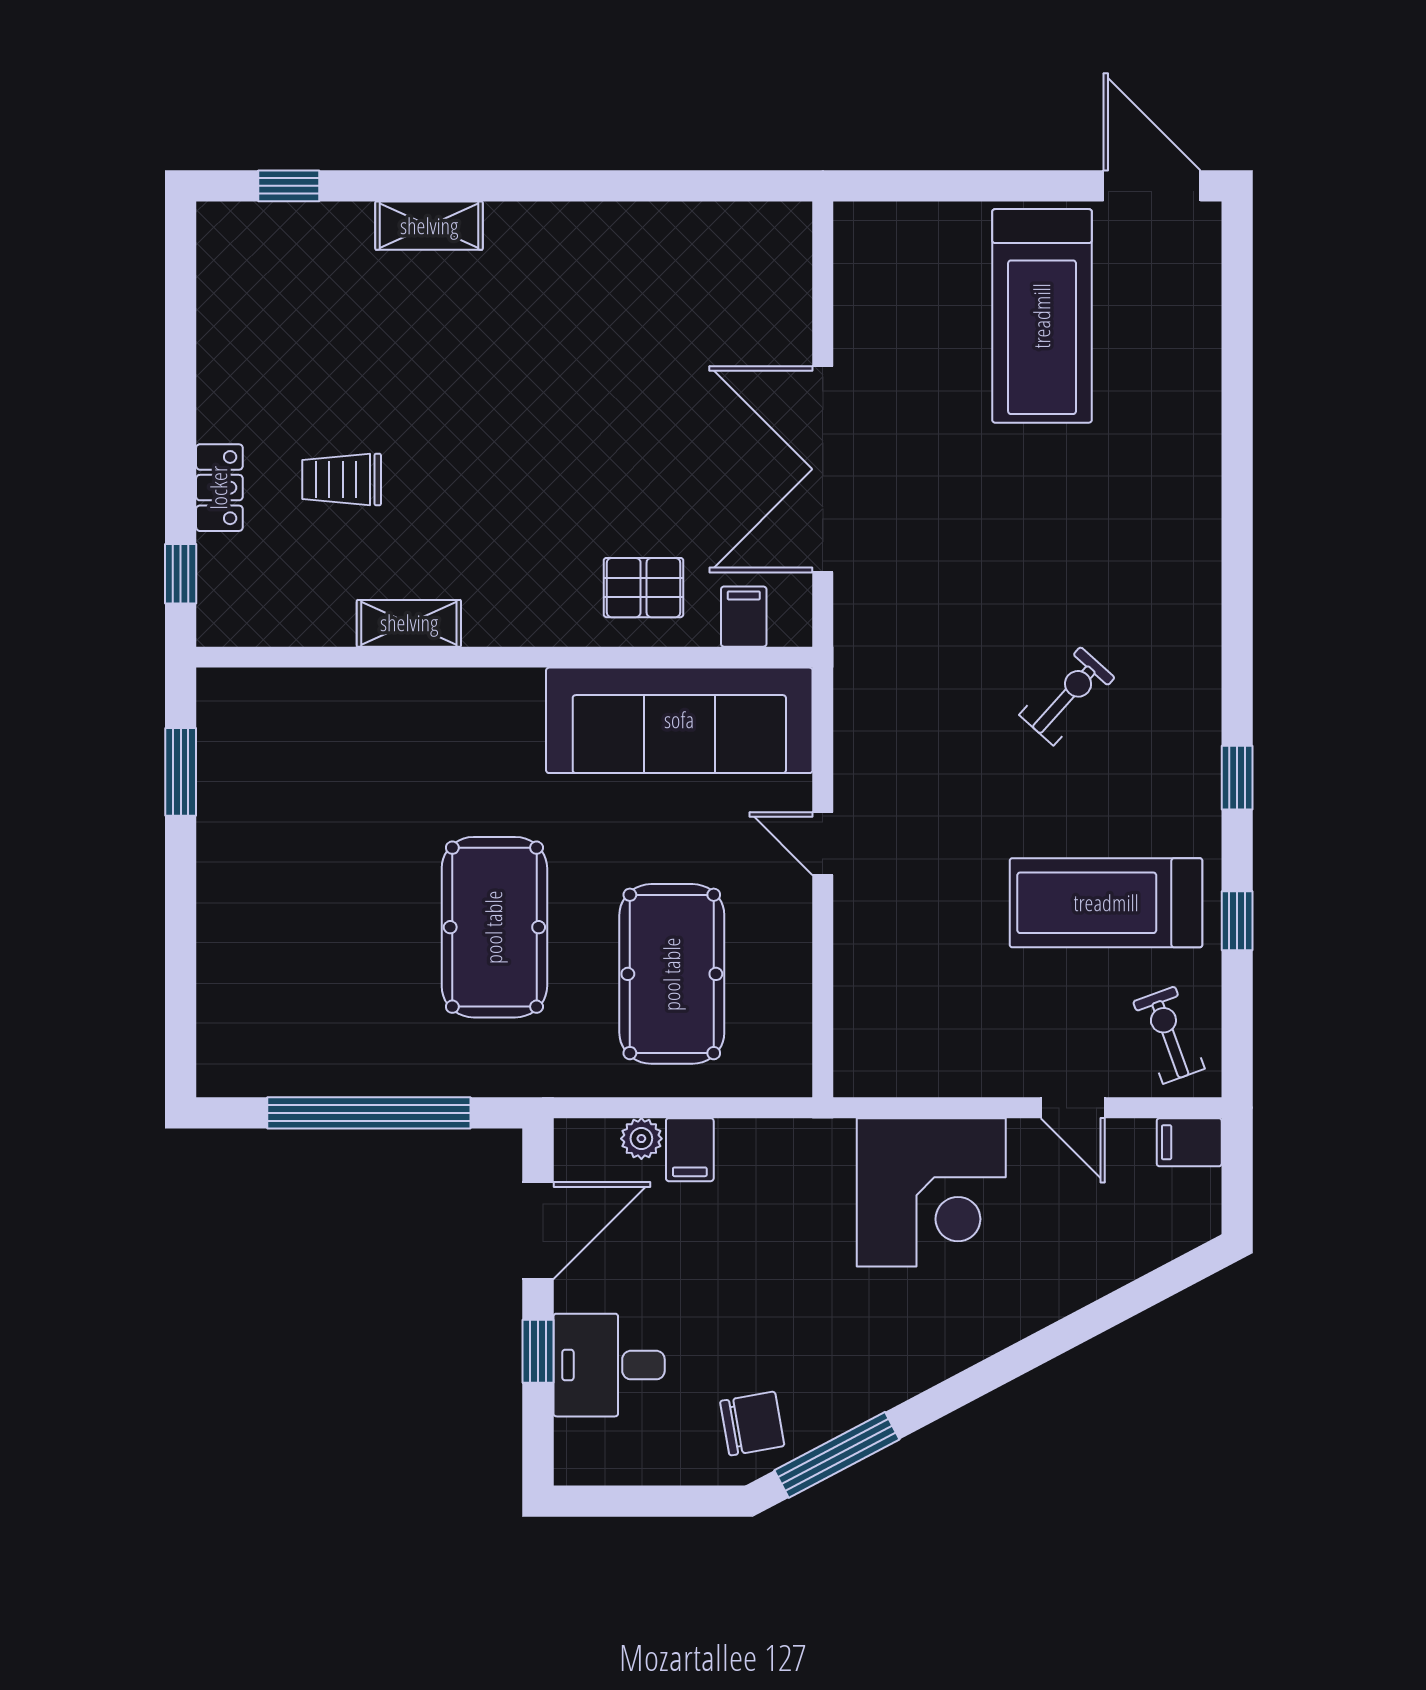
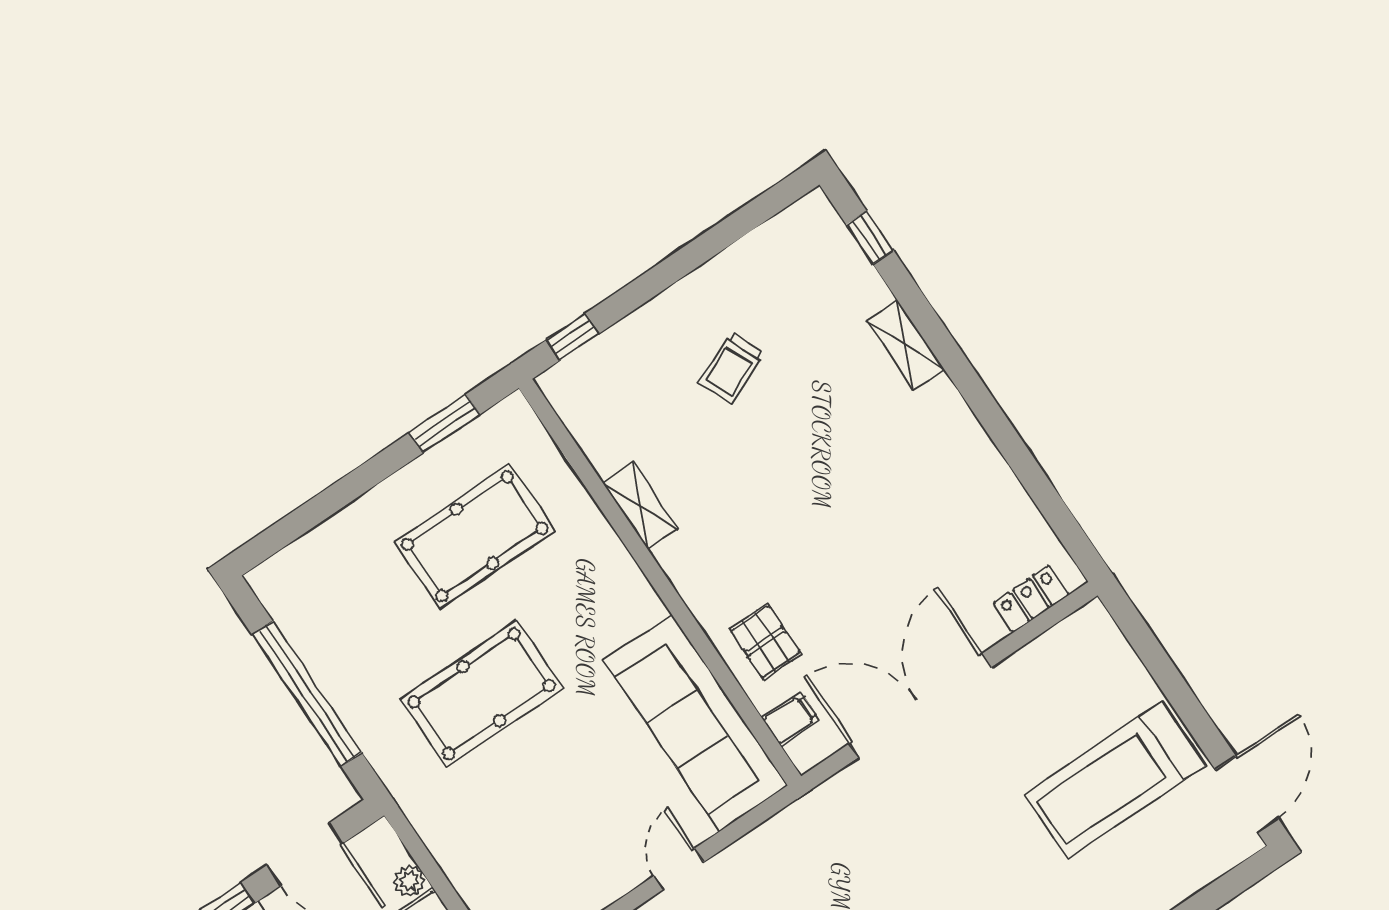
trolley: (342, 479) -> (731, 368), moved, turned -113
locker: (219, 488) -> (1031, 599), moved, turned 180
pool table: (672, 974) -> (474, 536), moved

